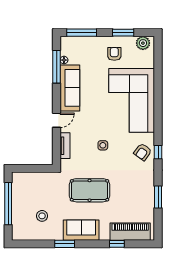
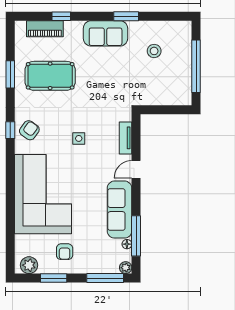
plant: (65, 41) -> (126, 268), added
pool table: (90, 190) -> (50, 76), moved
piano: (130, 232) -> (45, 29), width x0.73, depth x0.75

